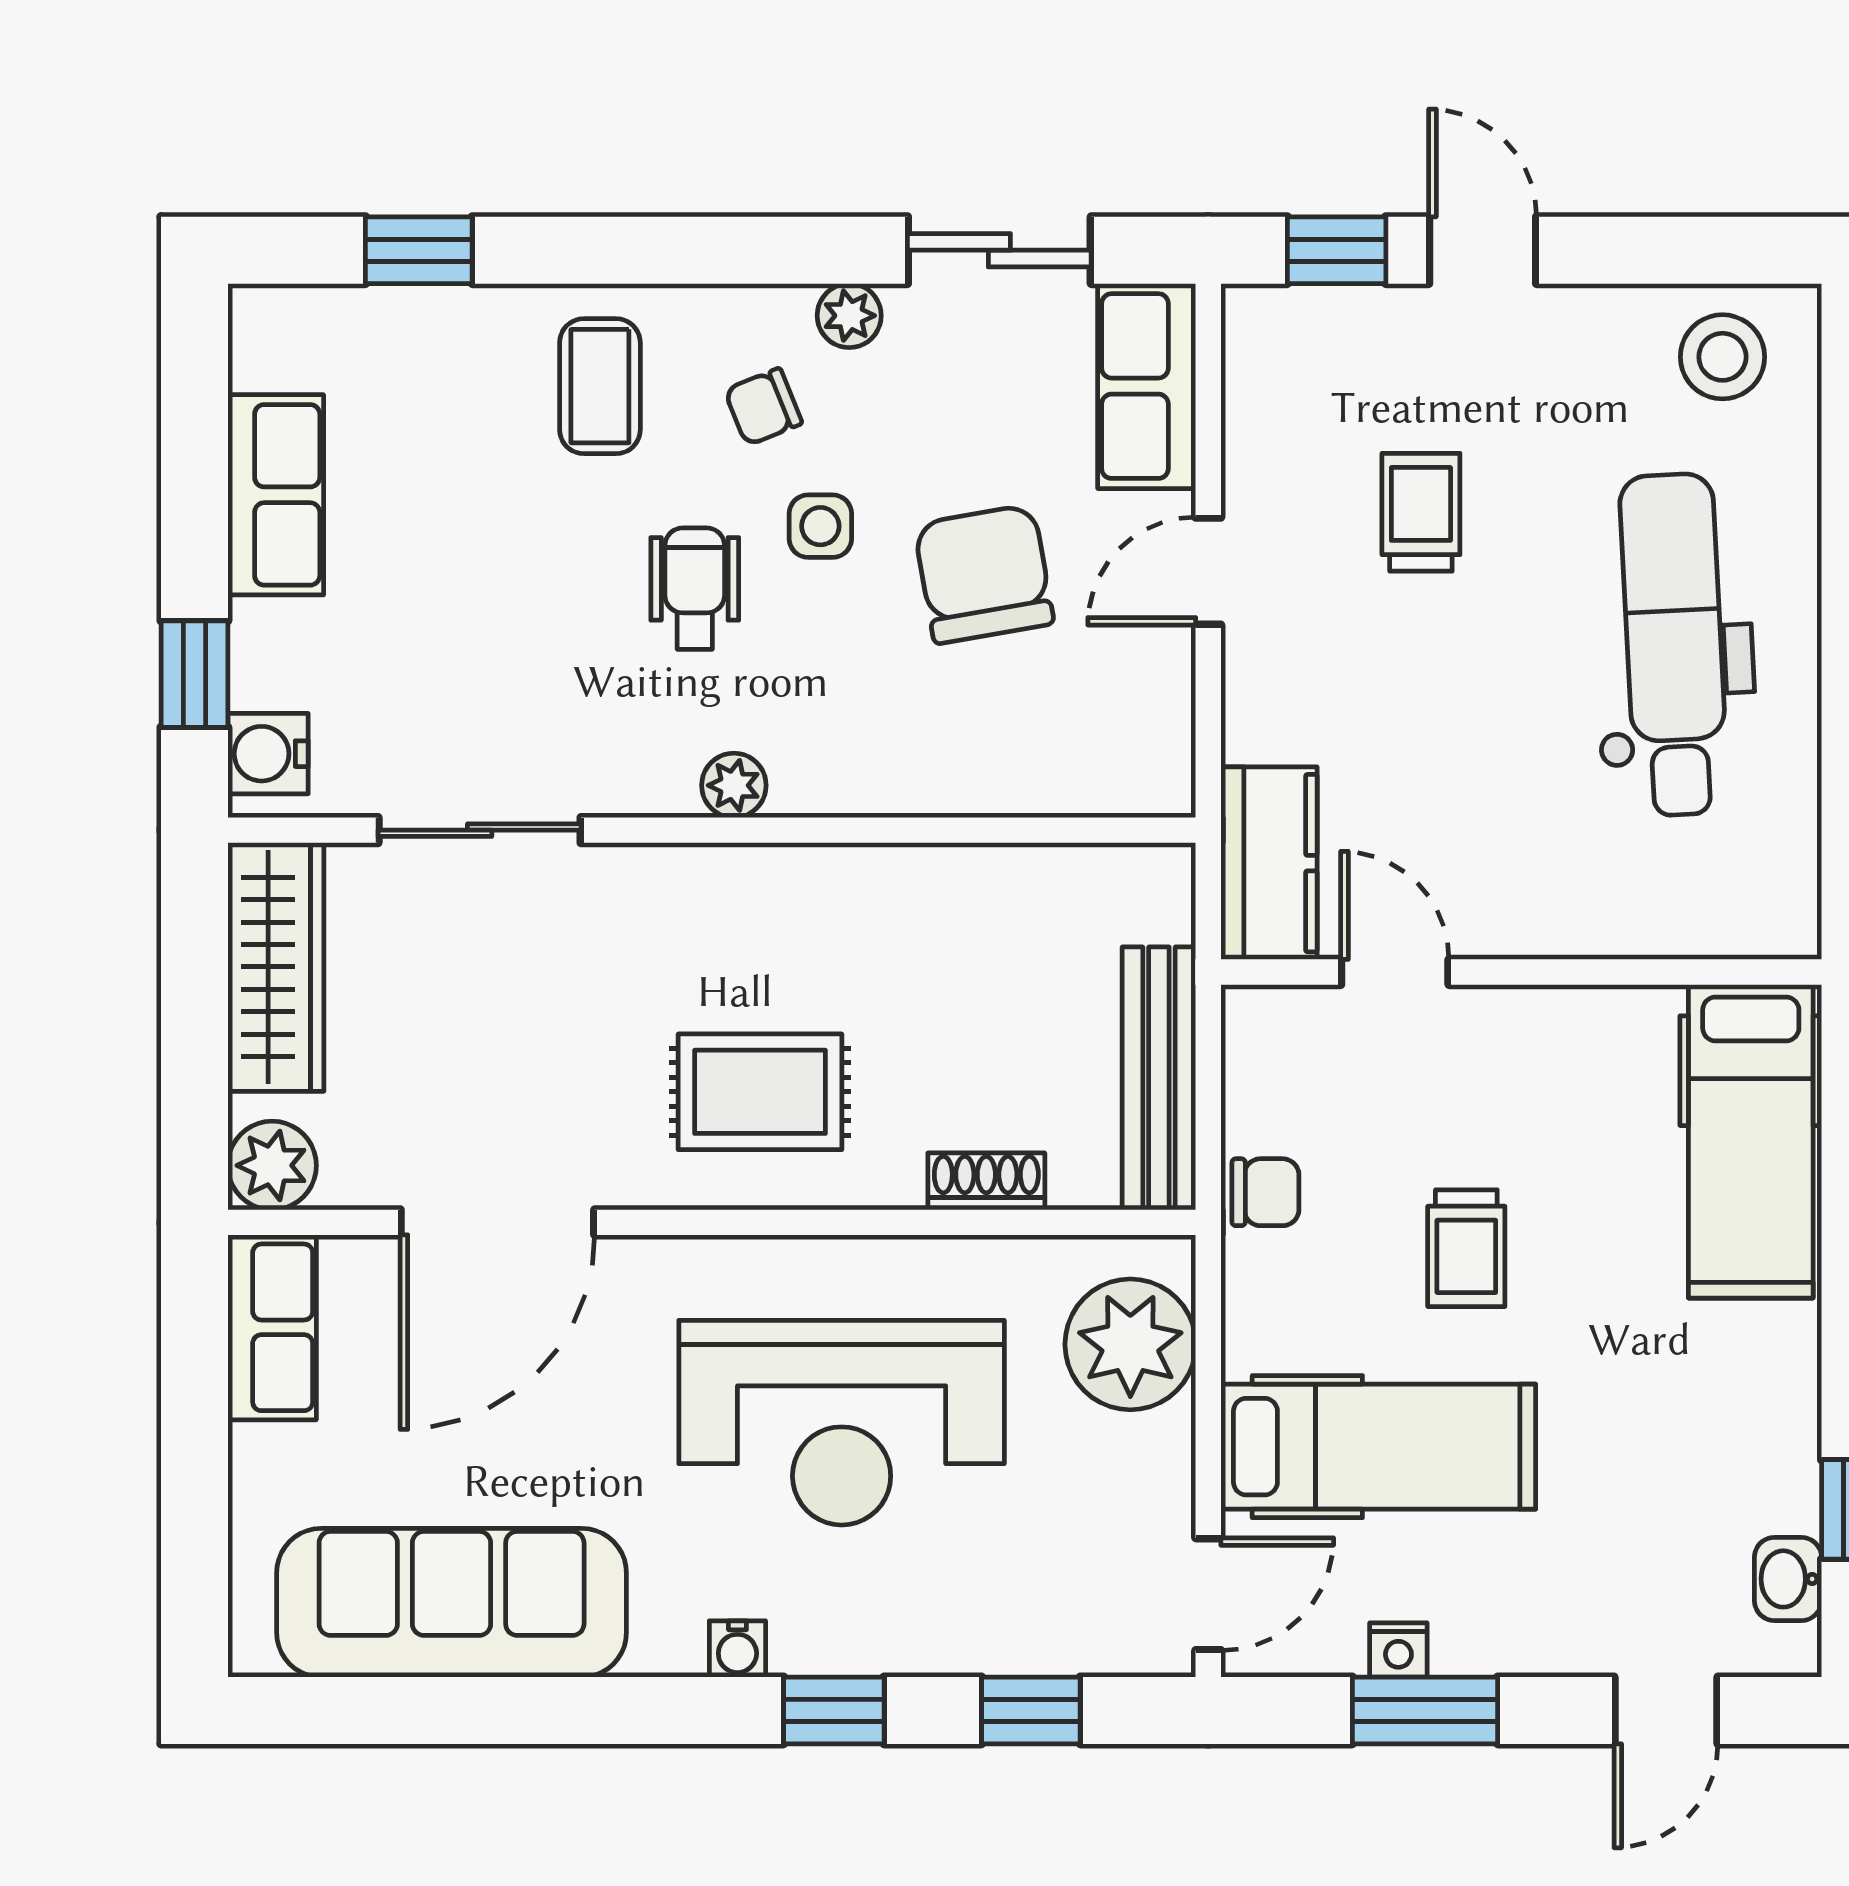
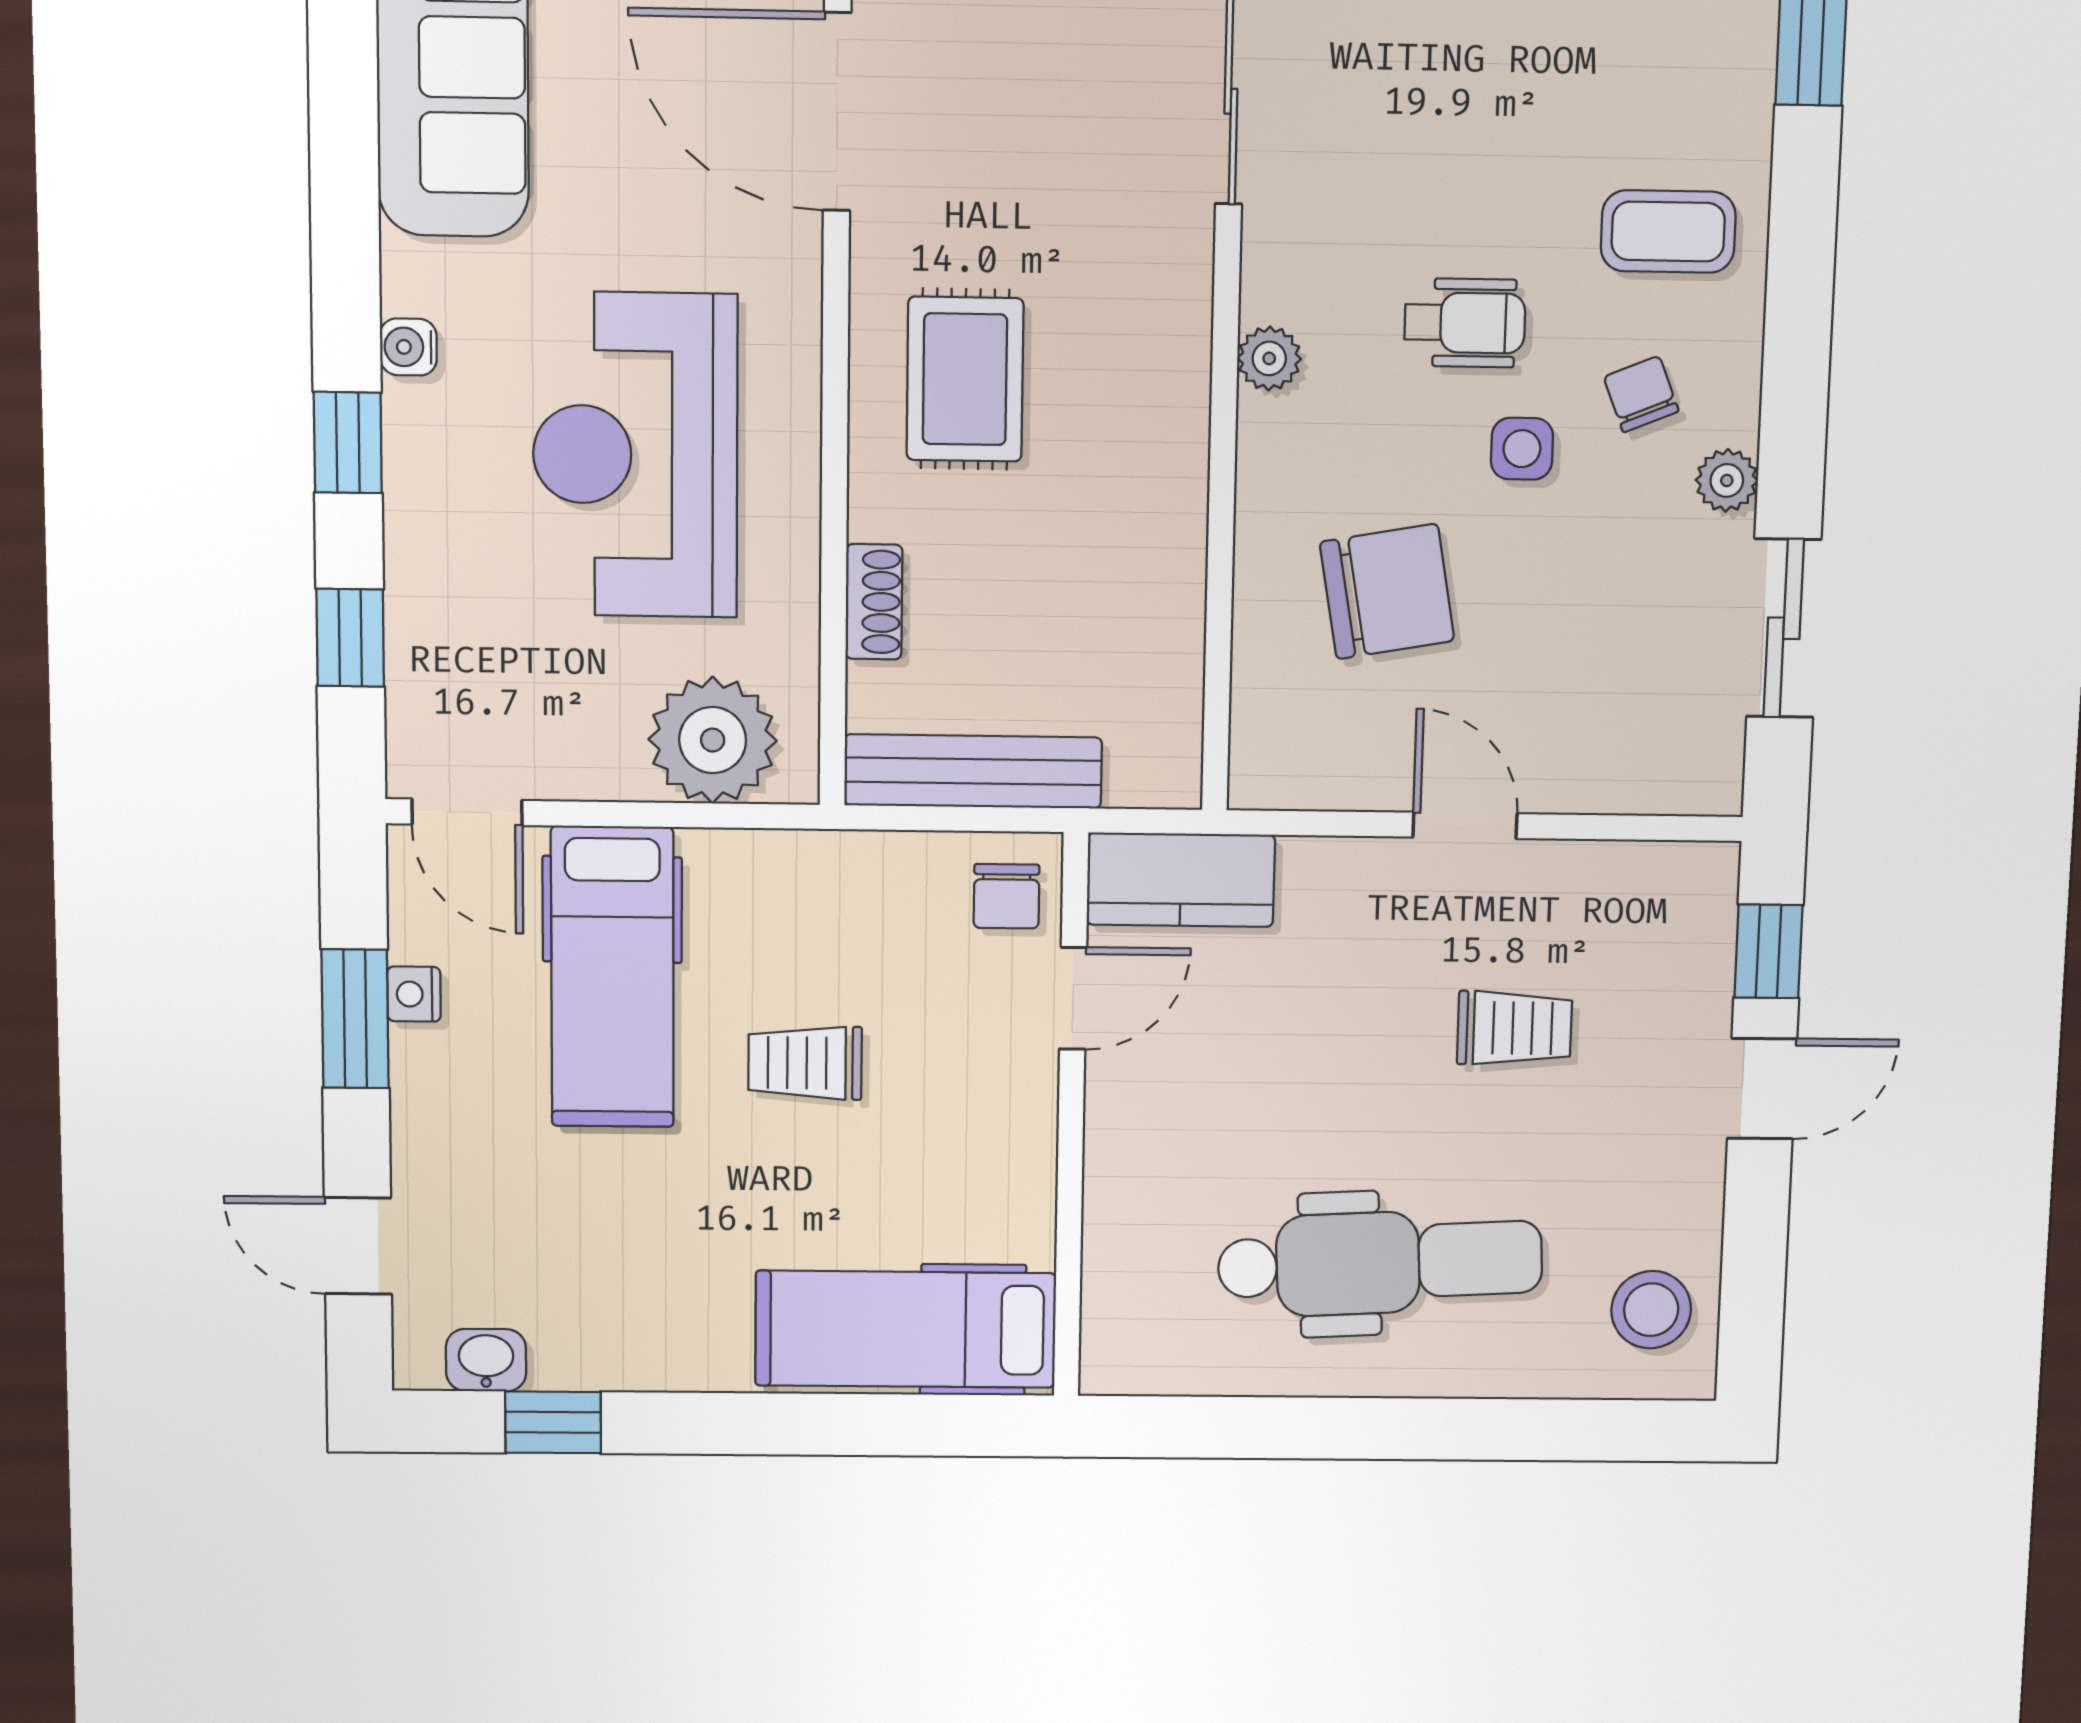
row of seats: (1147, 386) -> (1646, 769), removed
chair: (984, 574) -> (1387, 591), moved
chair: (1265, 1192) -> (1006, 896), moved

